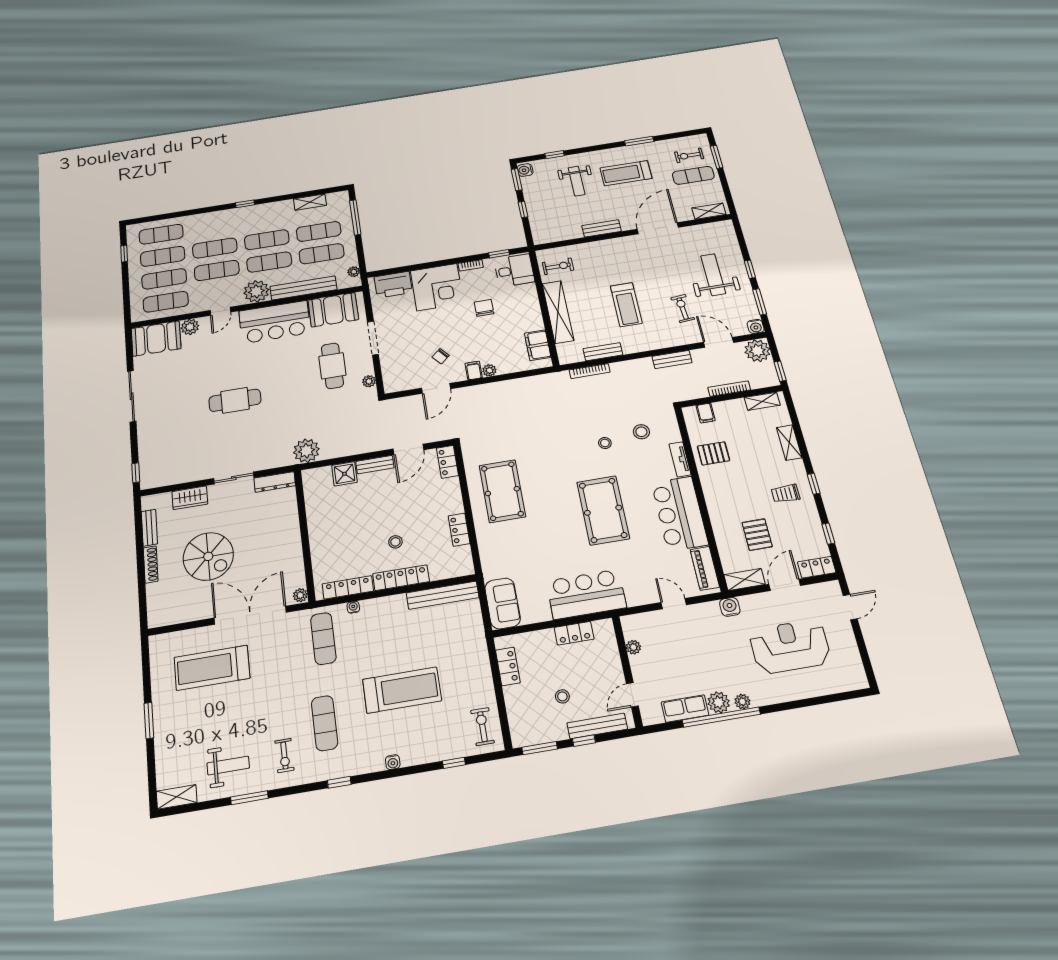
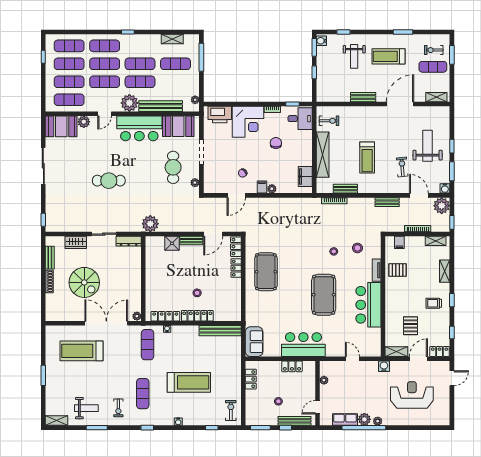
exercise mat: (322, 254) -> (105, 46), moved
locker: (459, 530) -> (236, 268), moved
piano: (705, 568) -> (375, 341), removed

